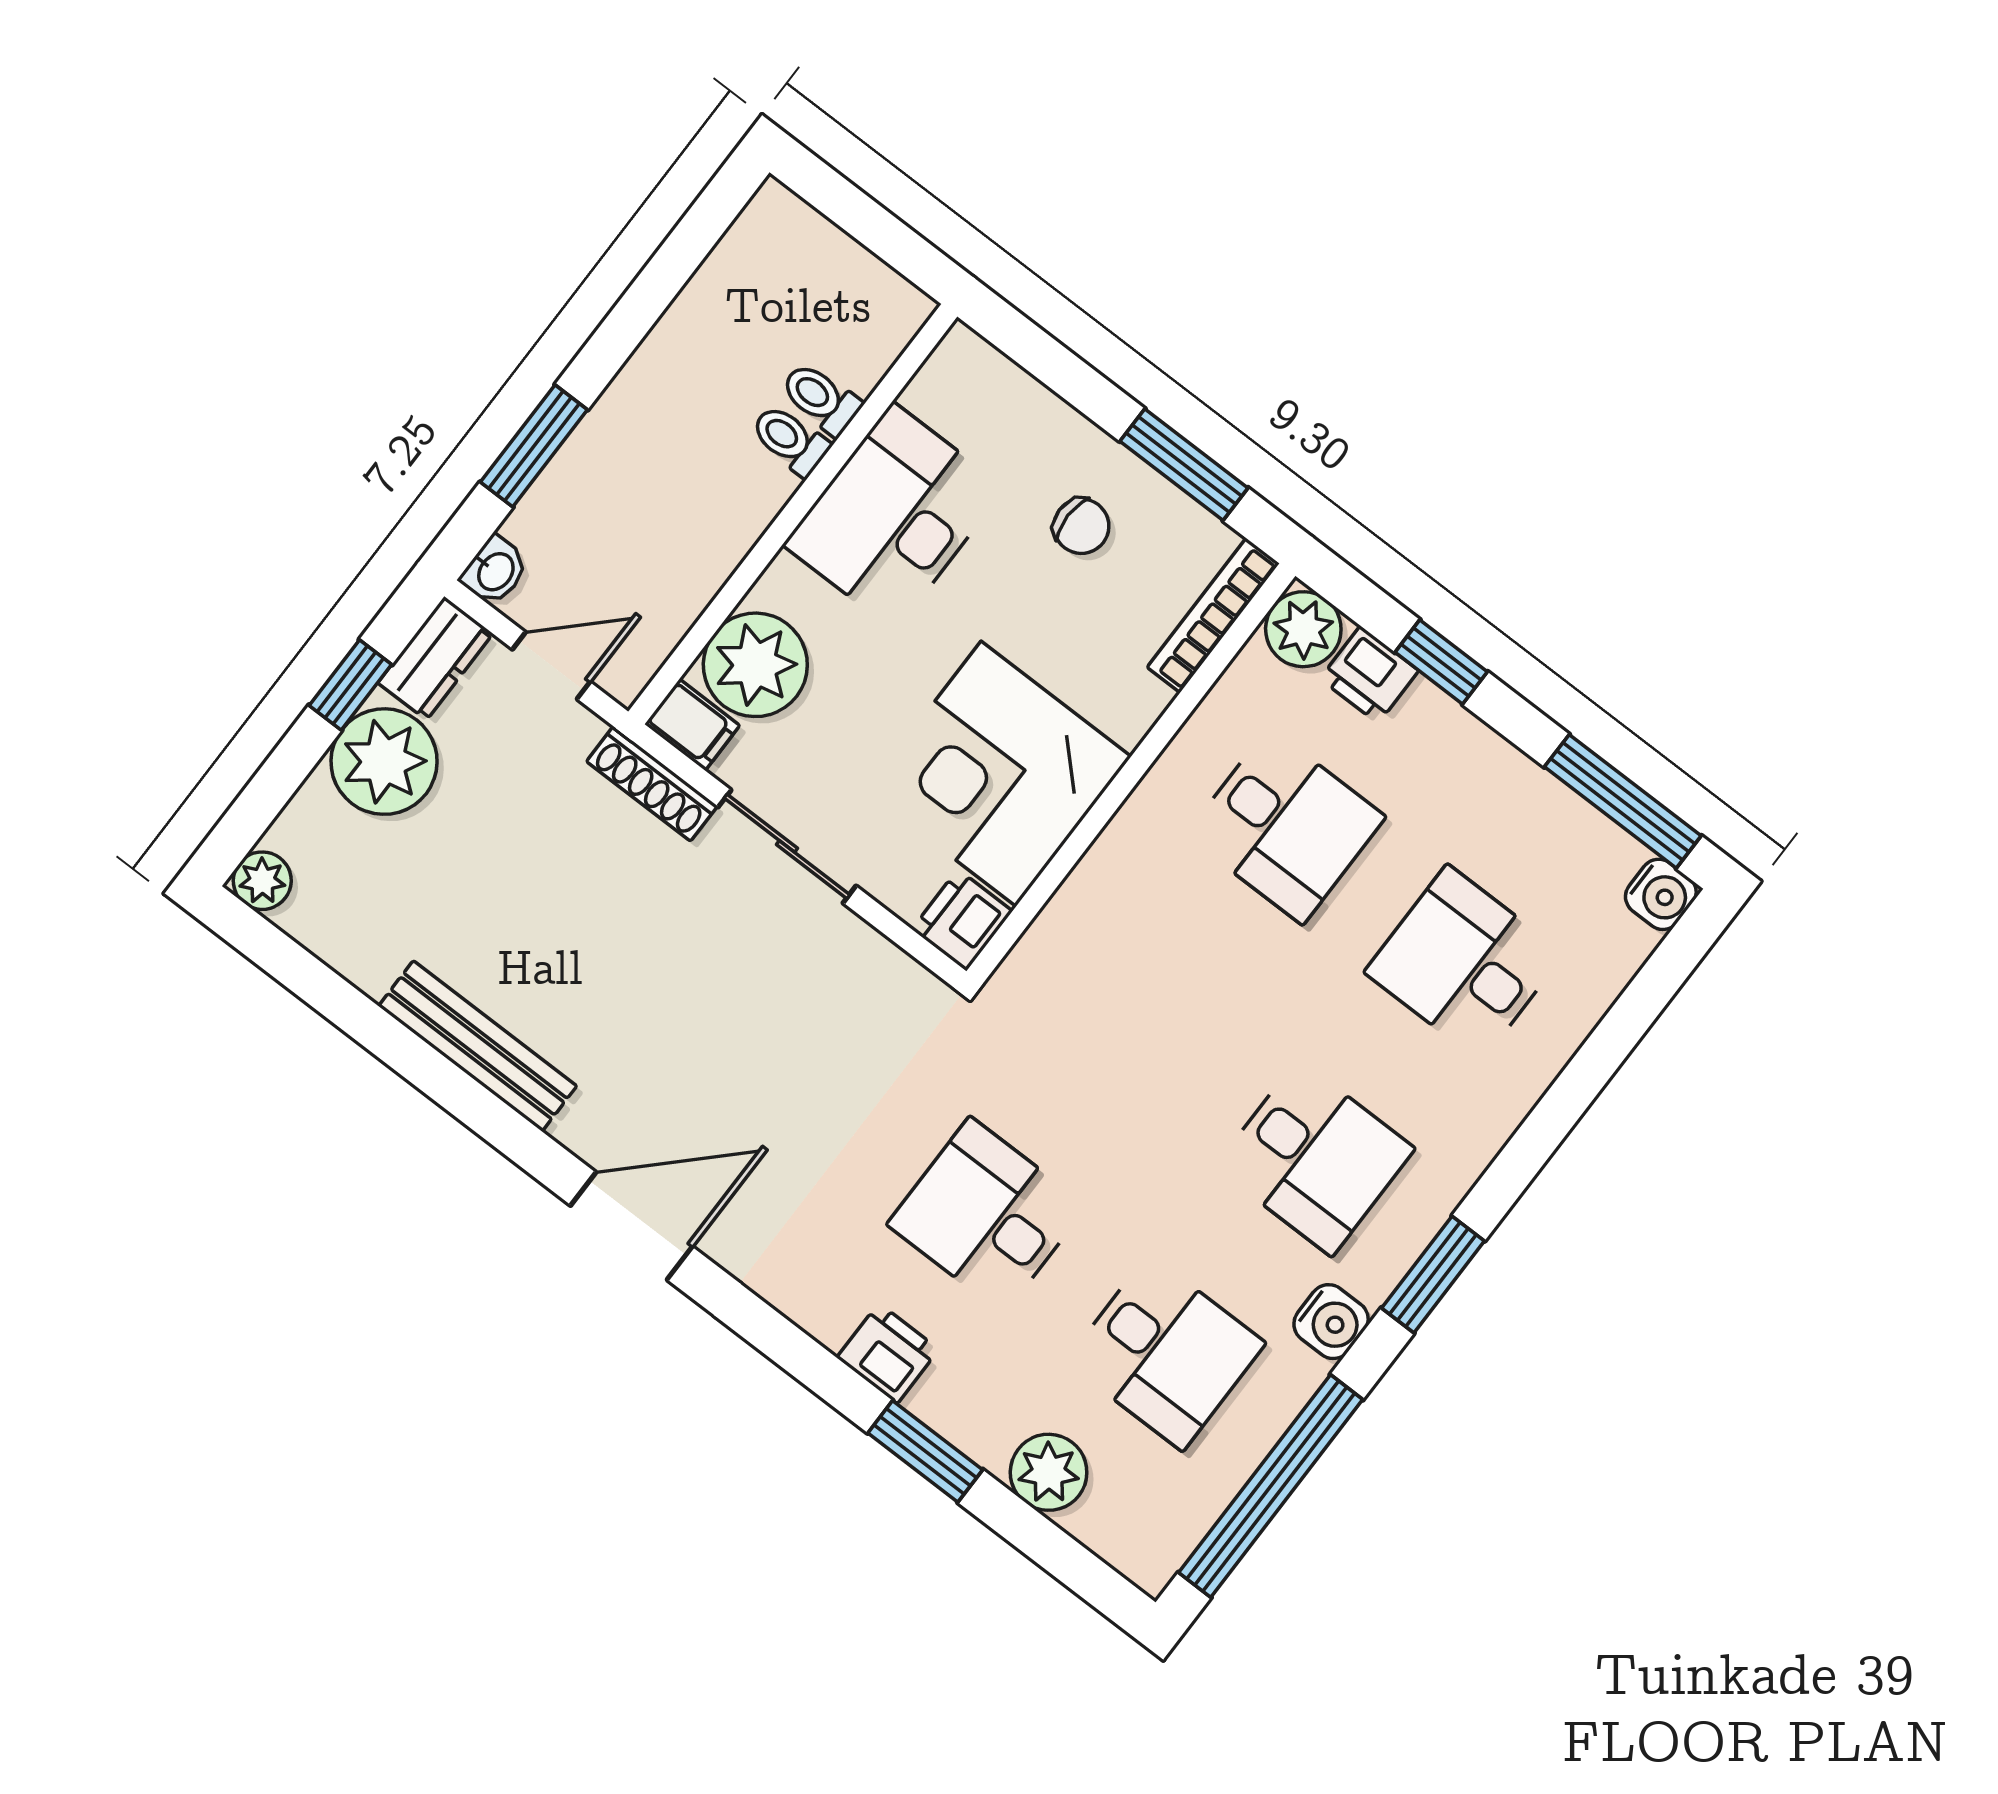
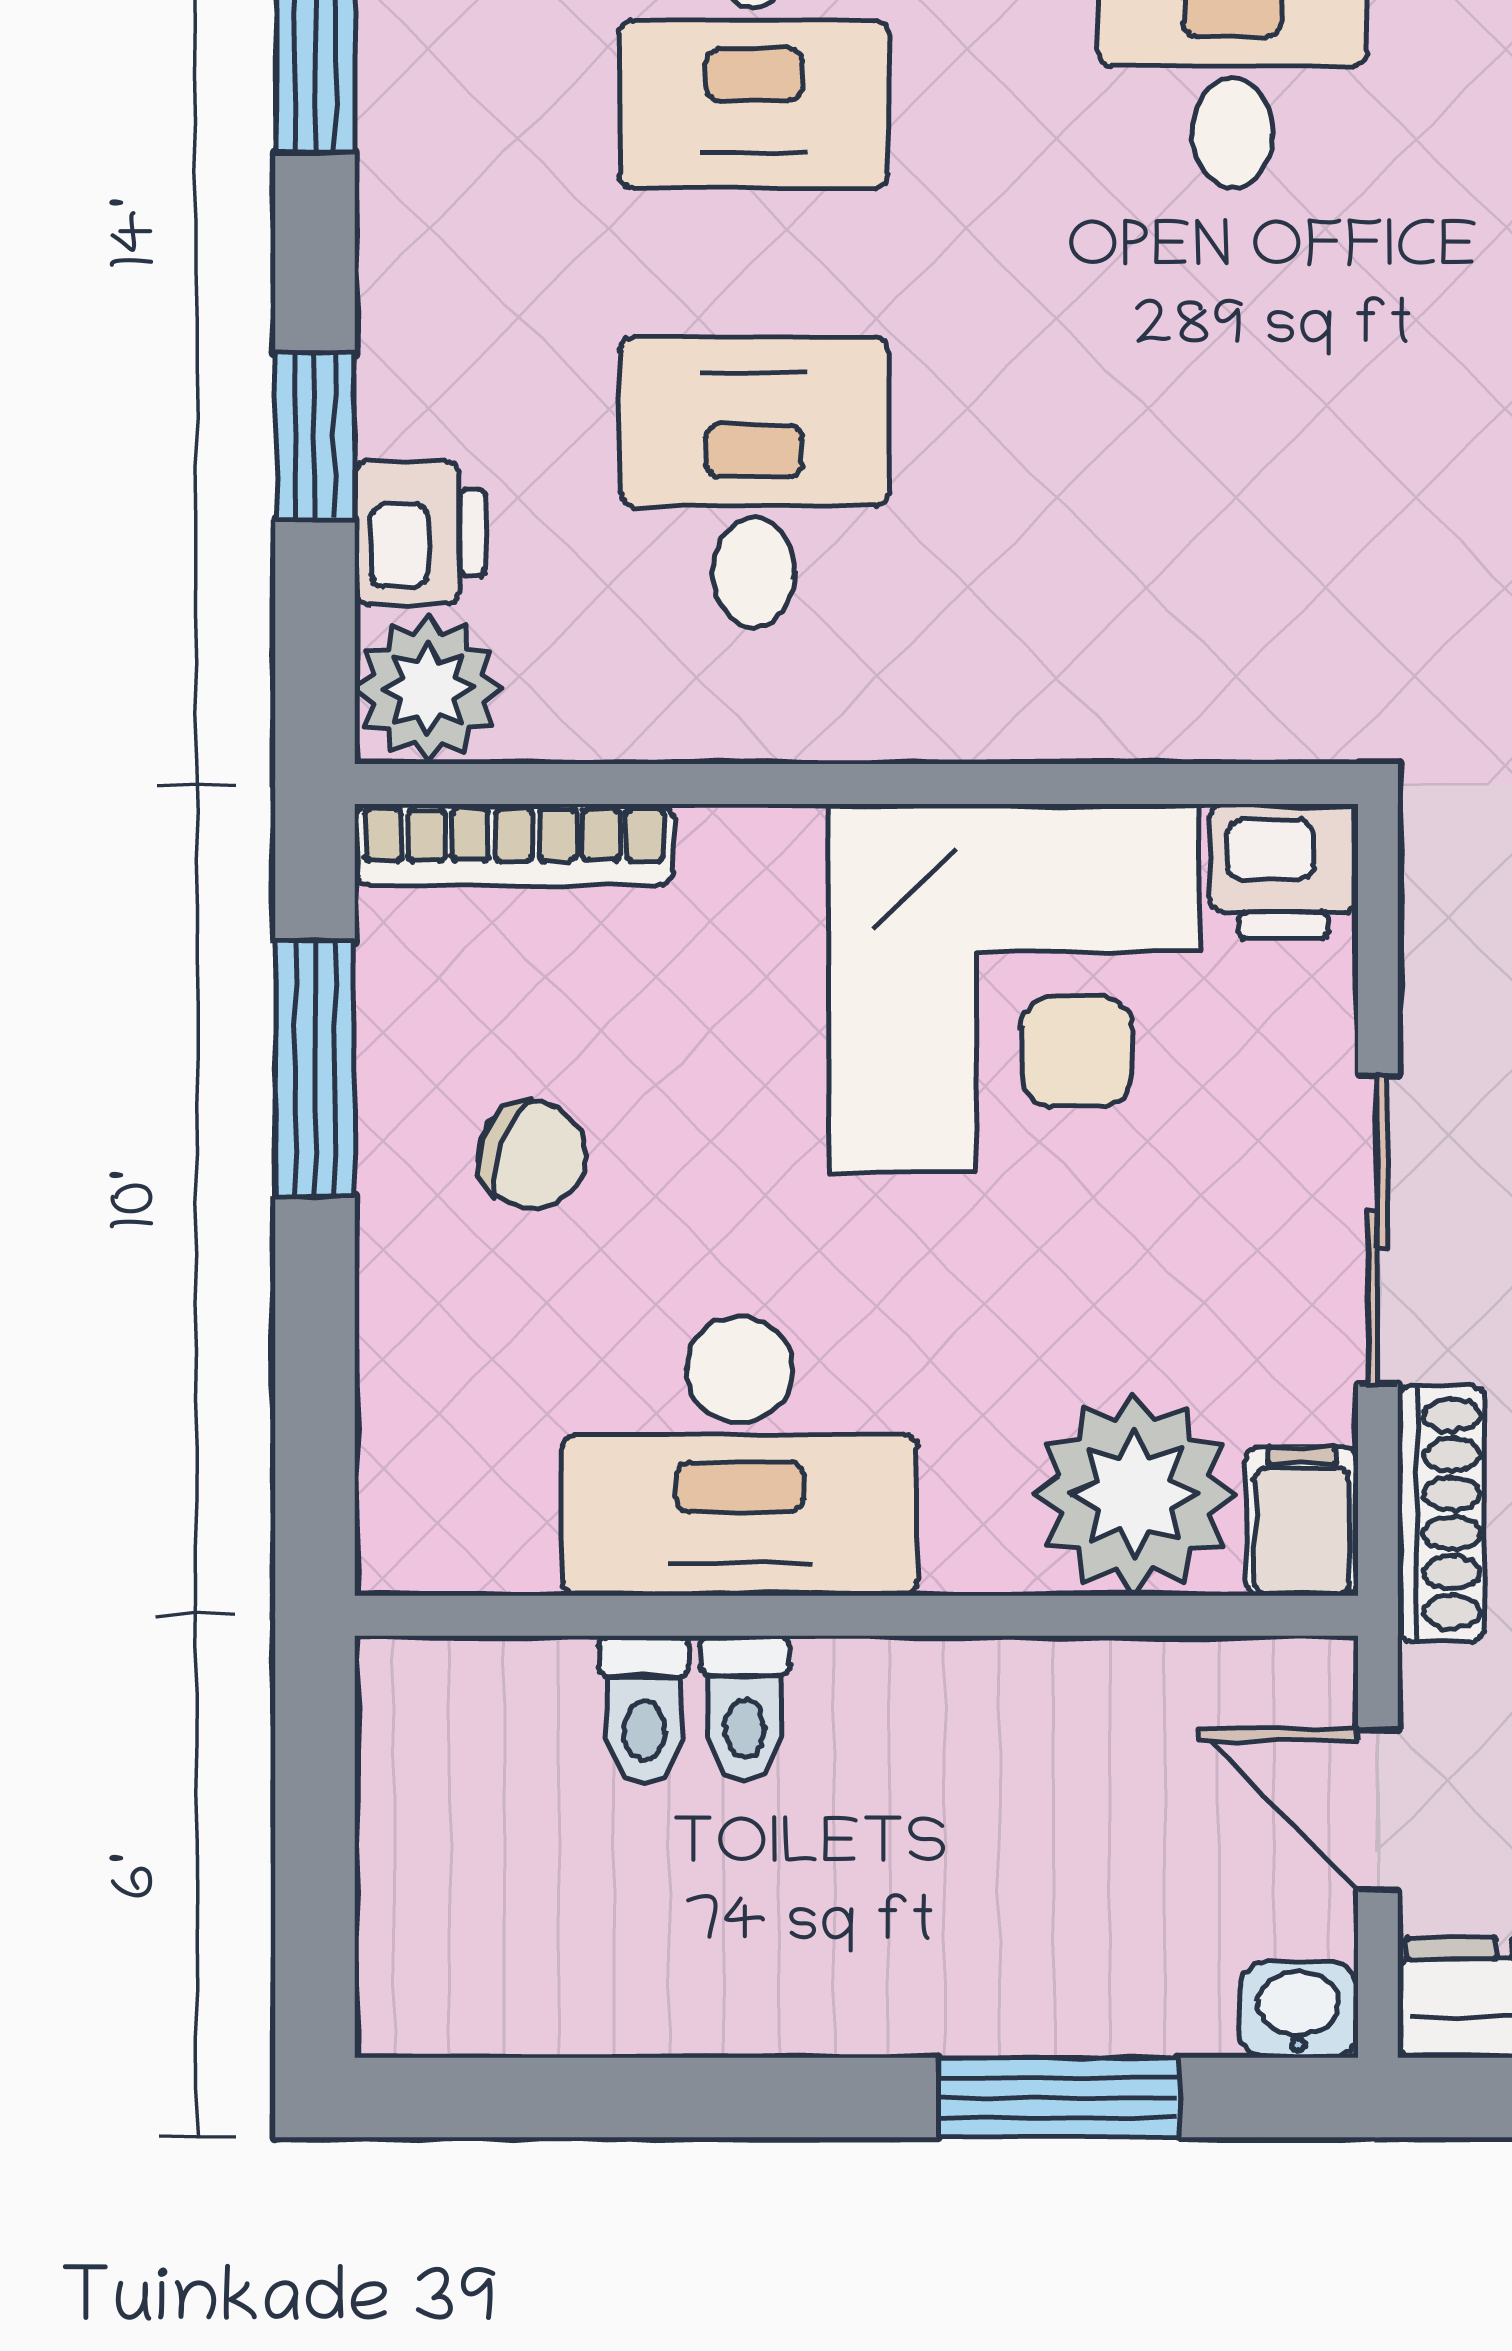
chair: (1081, 526) -> (532, 1155), turned 109

